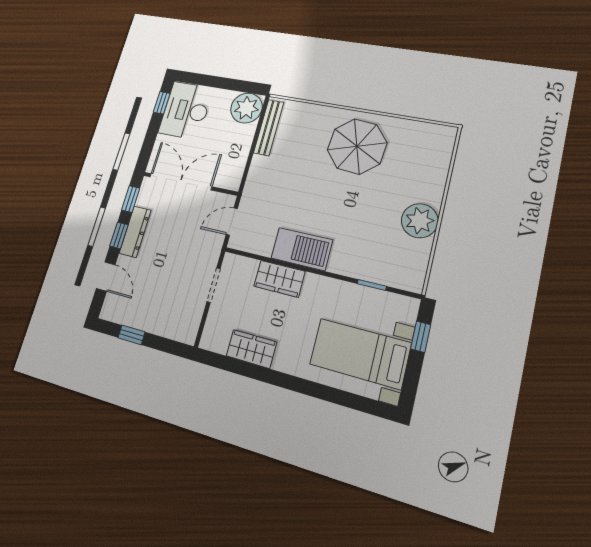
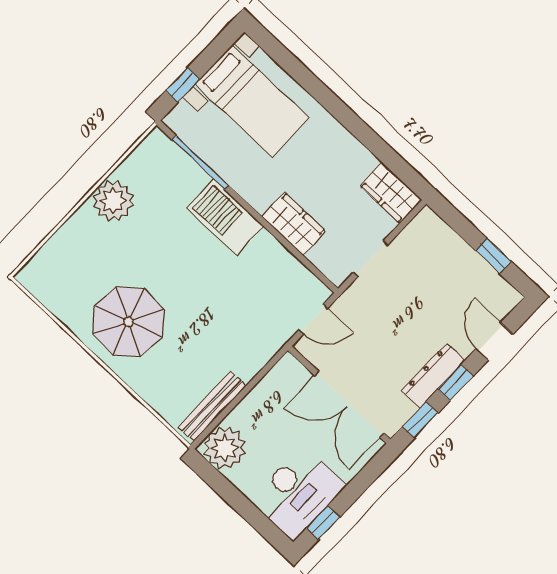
barbecue: (302, 249) -> (225, 217), moved
window: (372, 285) -> (200, 163), width x2.17
wardrobe: (251, 349) -> (391, 193), moved

